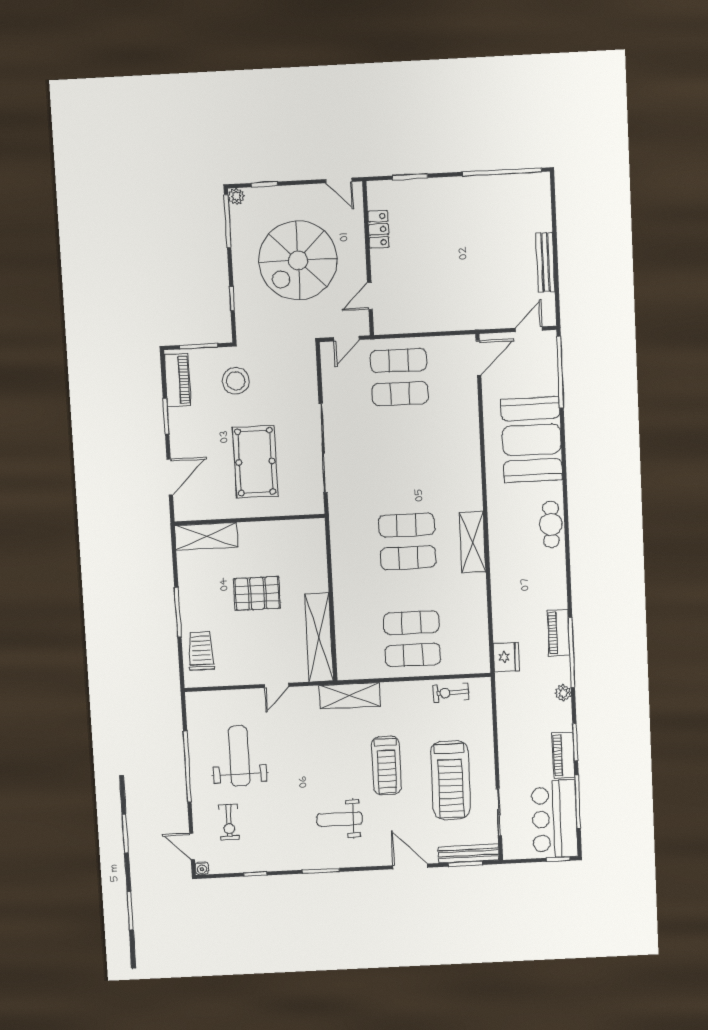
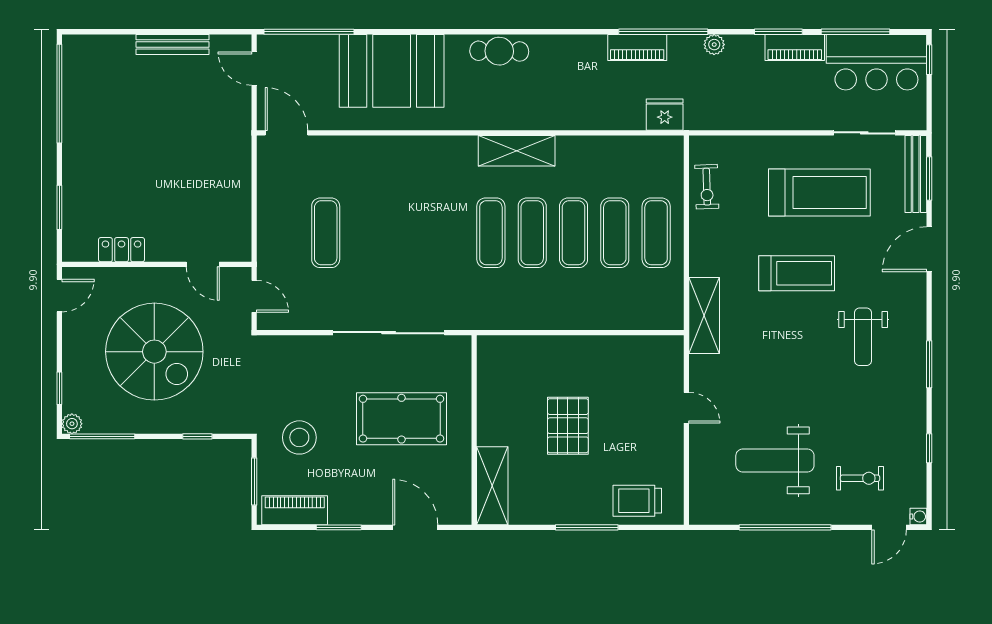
exercise mat: (399, 360) -> (574, 233), moved
shelving: (319, 637) -> (628, 351), removed

